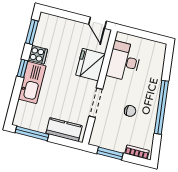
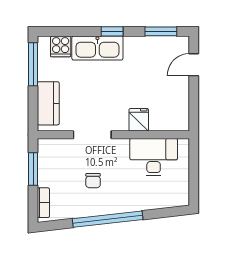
door: (98, 23) -> (194, 65), moved
cooker: (38, 55) -> (61, 46), moved
fridge: (91, 65) -> (139, 120), width x0.53, depth x0.75

